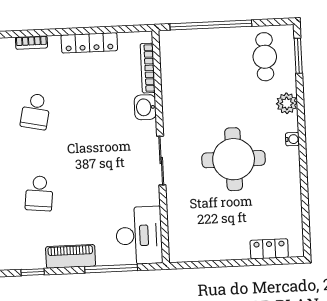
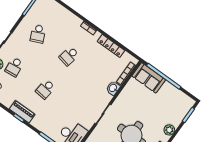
sofa: (189, 46) -> (149, 78), added
cafe table: (265, 57) -> (175, 105), removed
piano: (71, 256) -> (22, 112), moved

